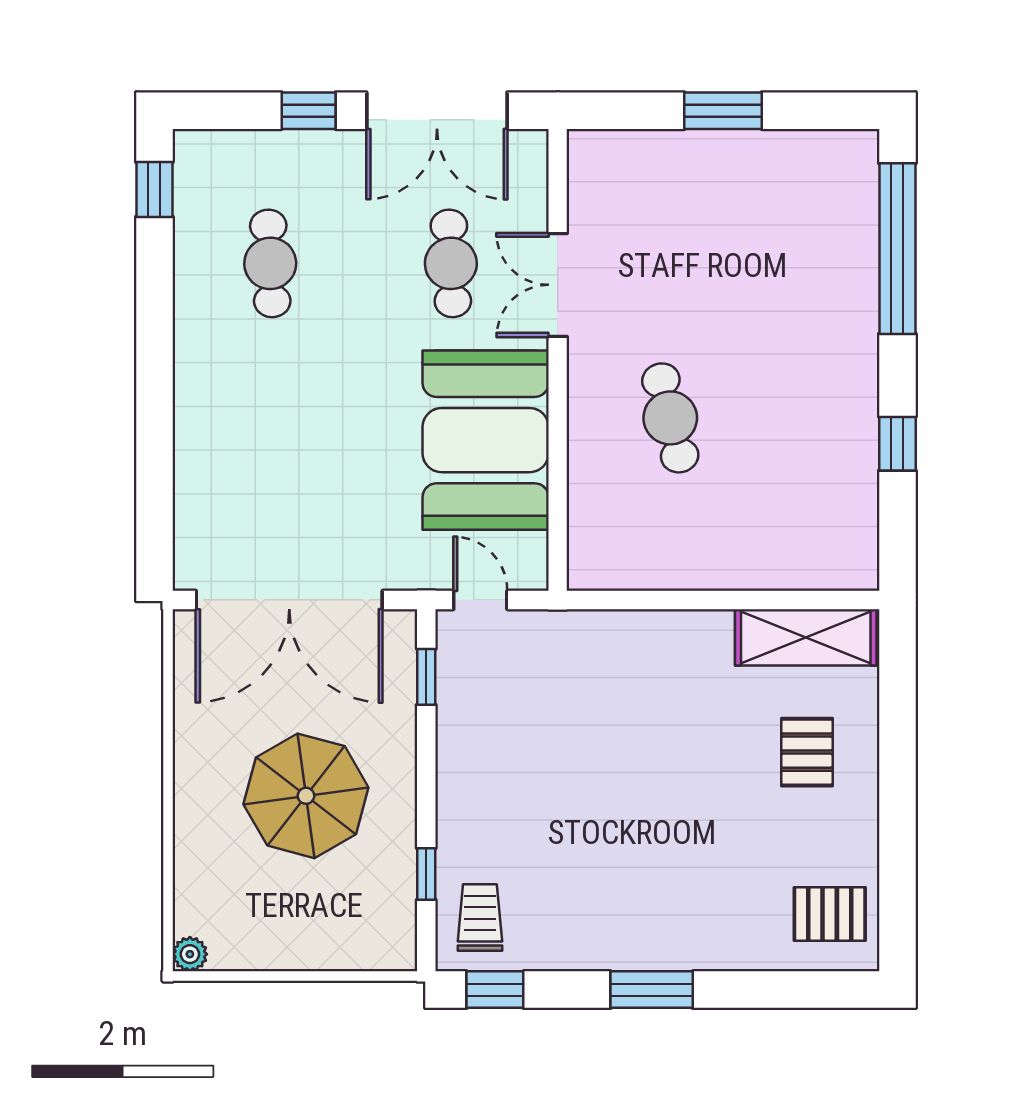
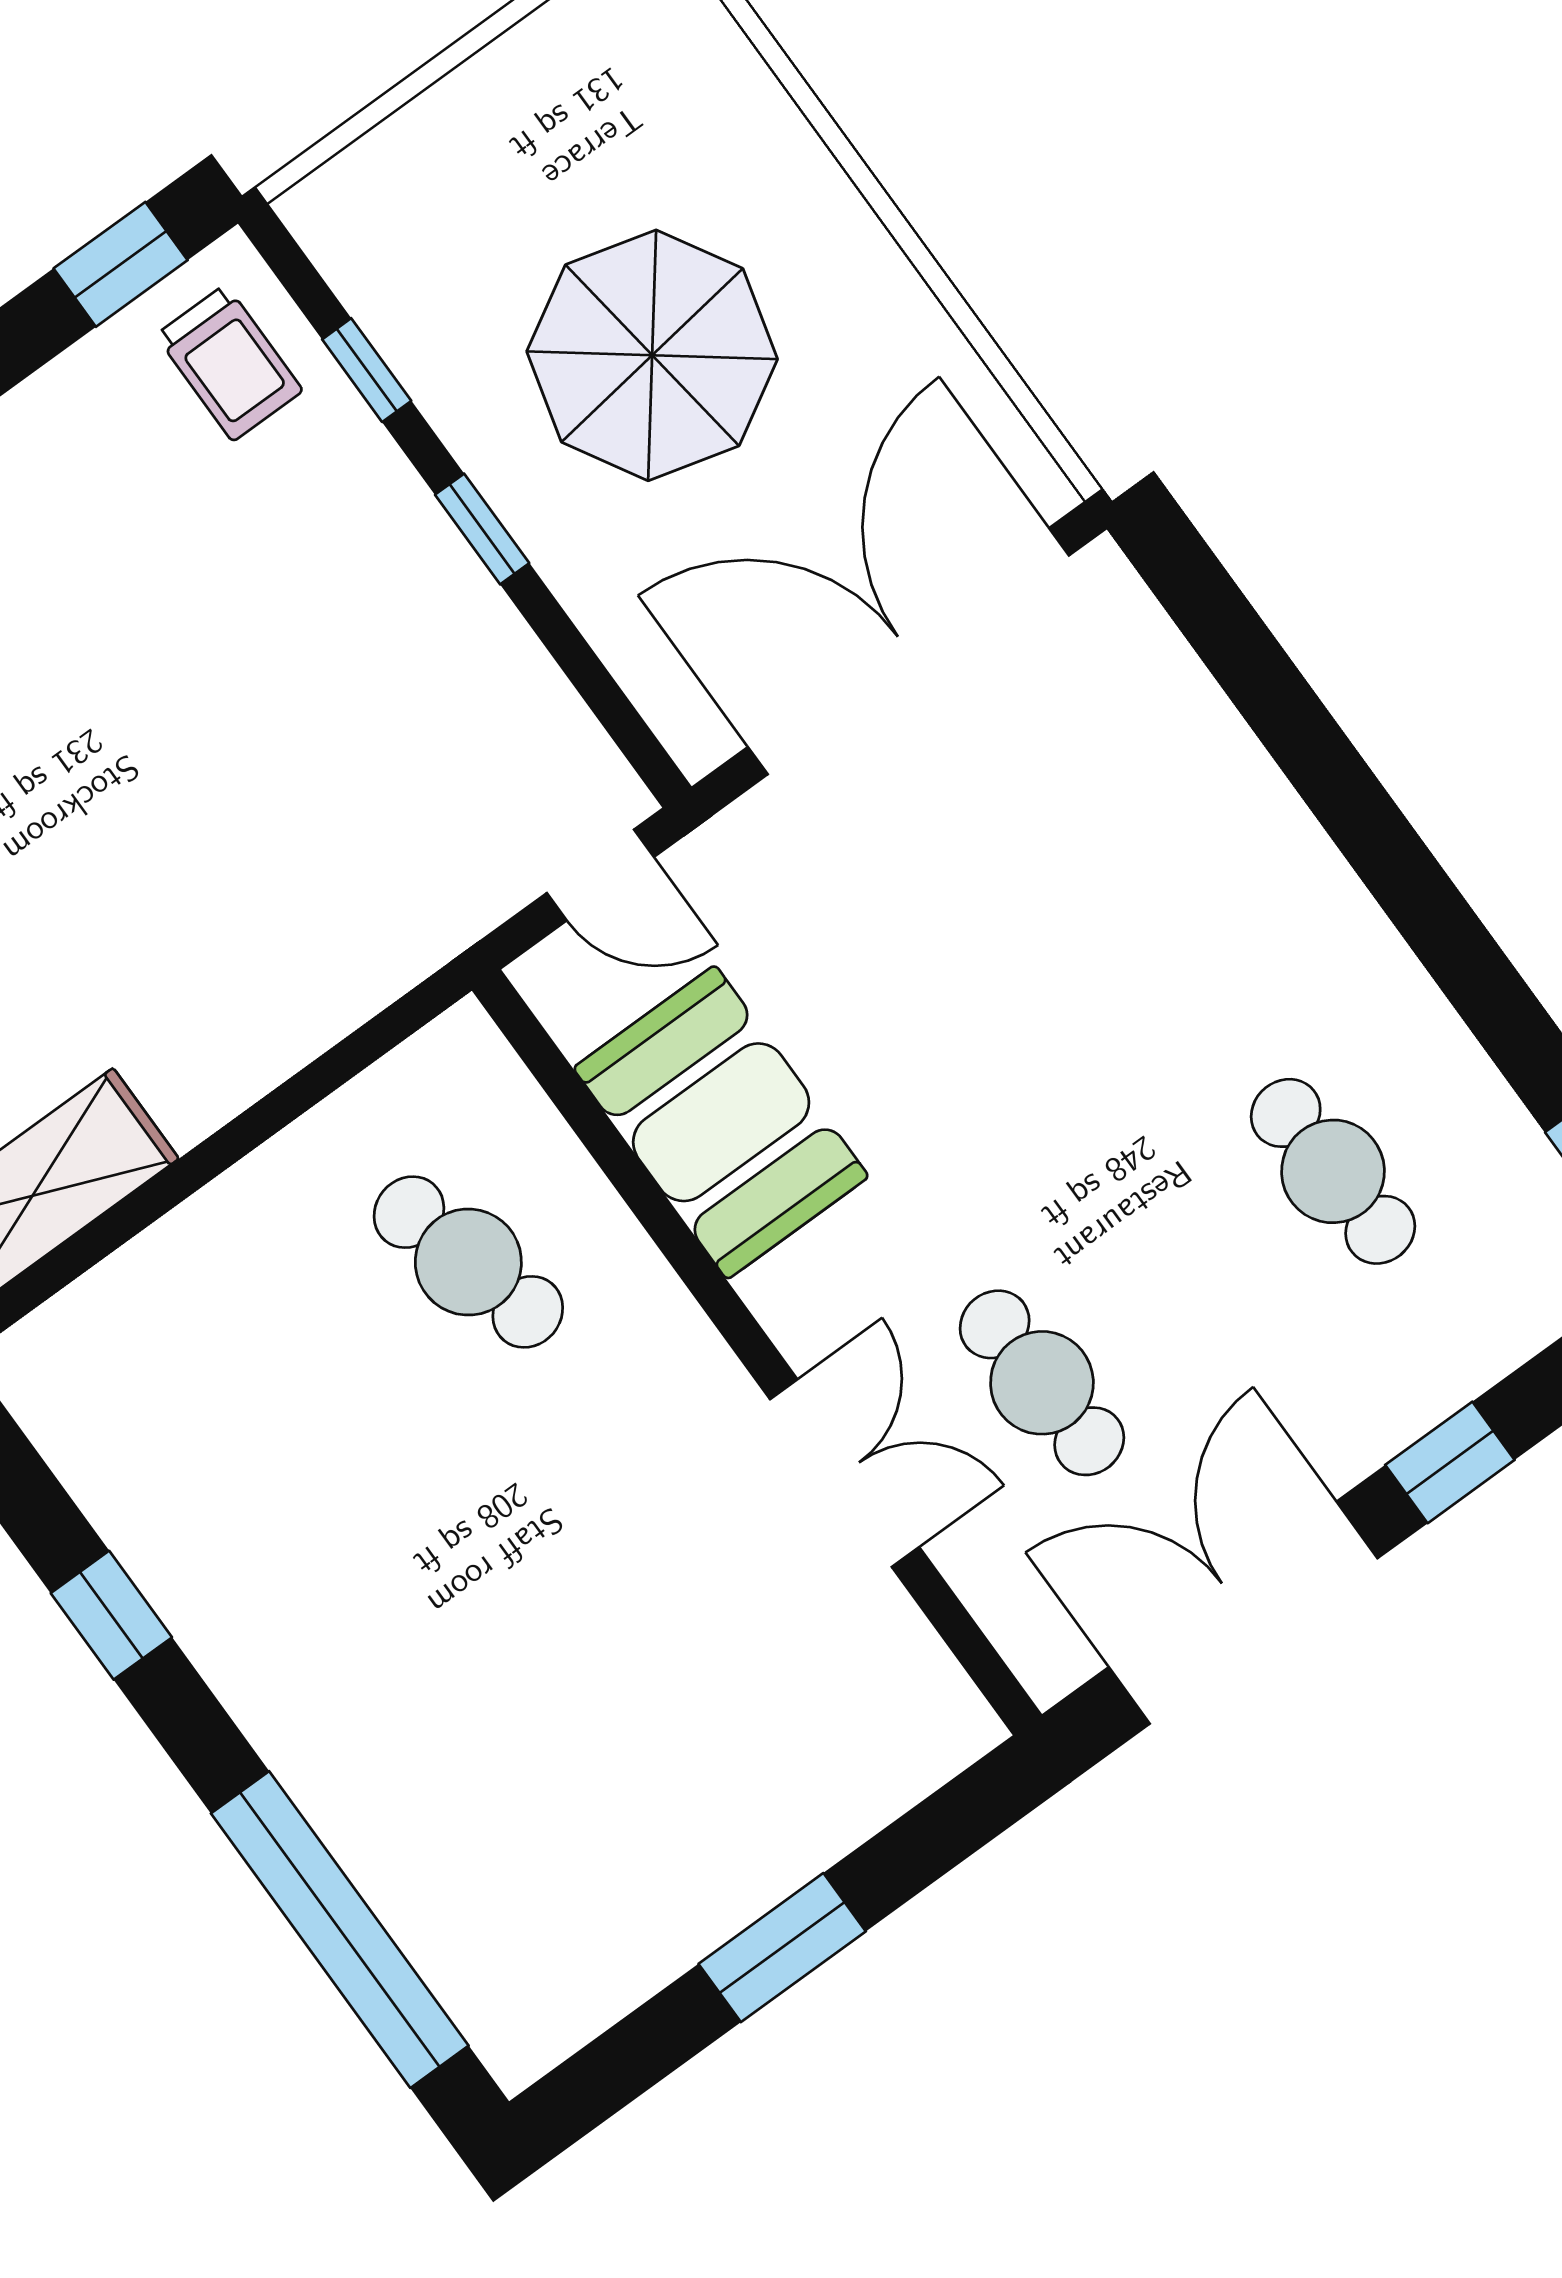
cafe table: (670, 418) -> (468, 1262), moved
booth: (486, 440) -> (721, 1122), width x0.73, depth x0.70
window: (426, 677) -> (482, 529), moved

